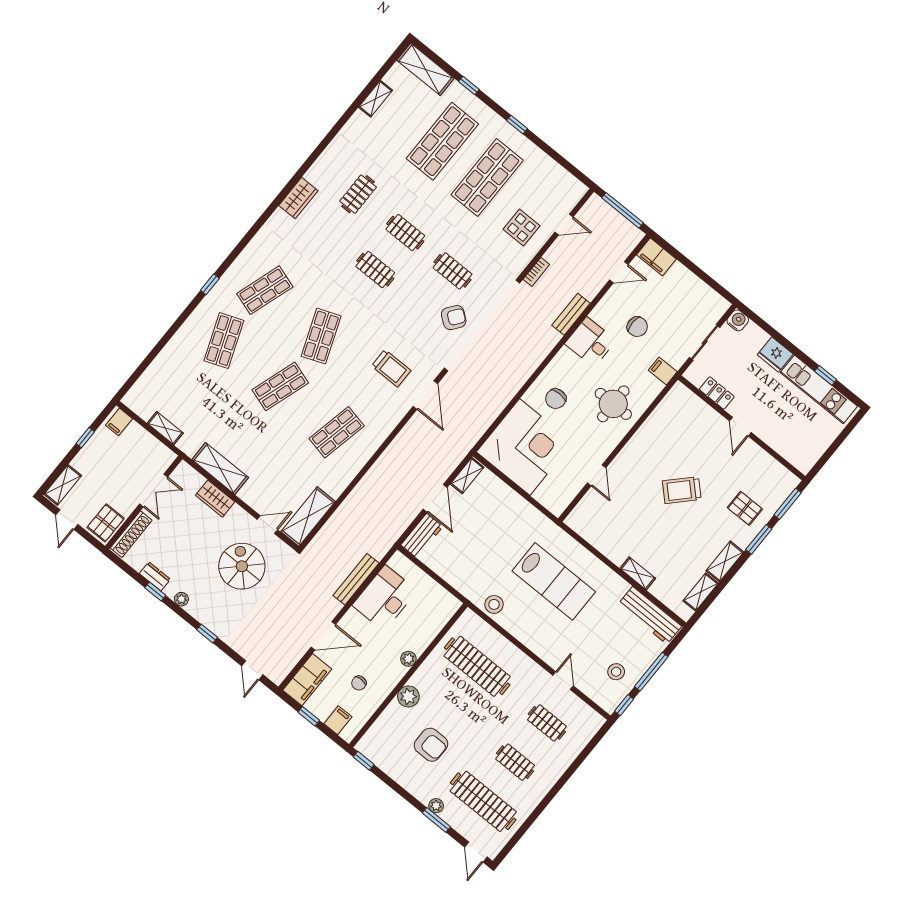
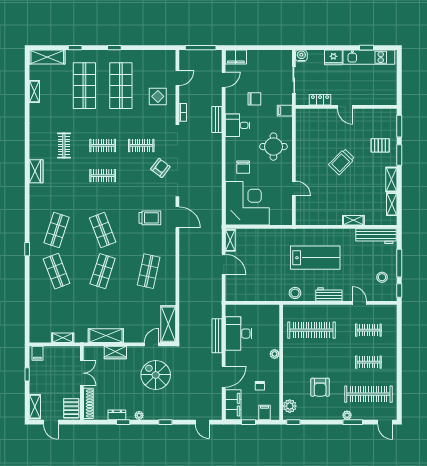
workbench: (422, 536) -> (329, 294), moved, turned -90
plant: (408, 696) -> (290, 406), moved
armchair: (431, 745) -> (320, 387), turned 90

